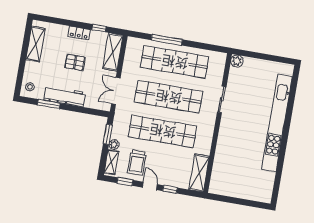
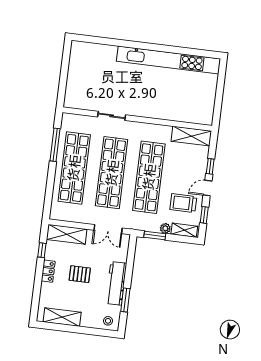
window: (167, 40) -> (55, 145), moved
plant: (237, 61) -> (70, 101), removed
pallet: (75, 62) -> (80, 274), turned 90
kitchen unit: (277, 123) -> (168, 60), moved
trolley: (137, 162) -> (183, 203), turned 180

